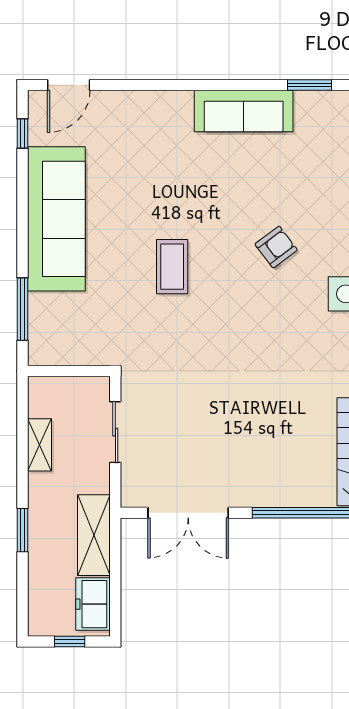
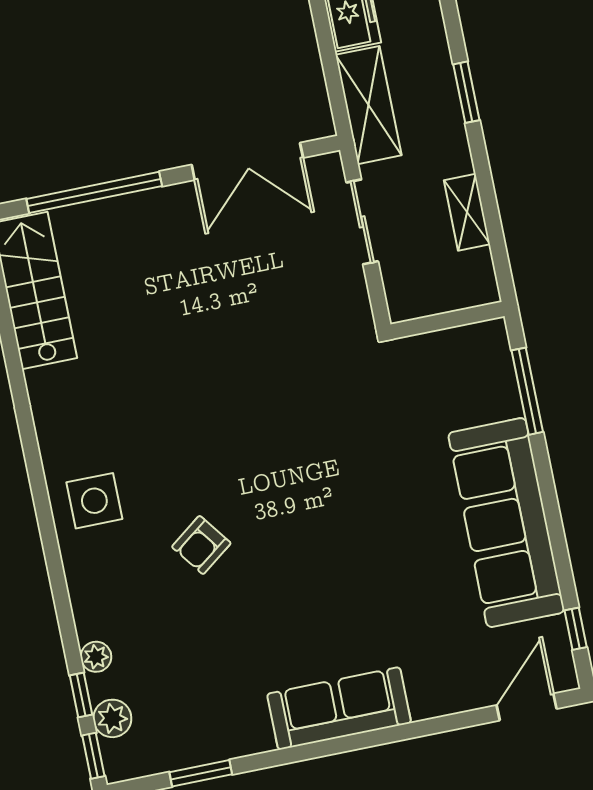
sofa: (244, 111) -> (339, 708), moved
coffee table: (172, 267) -> (337, 490), removed
sliding door: (115, 432) -> (362, 222), moved
double door: (188, 513) -> (247, 161), swing flipped

